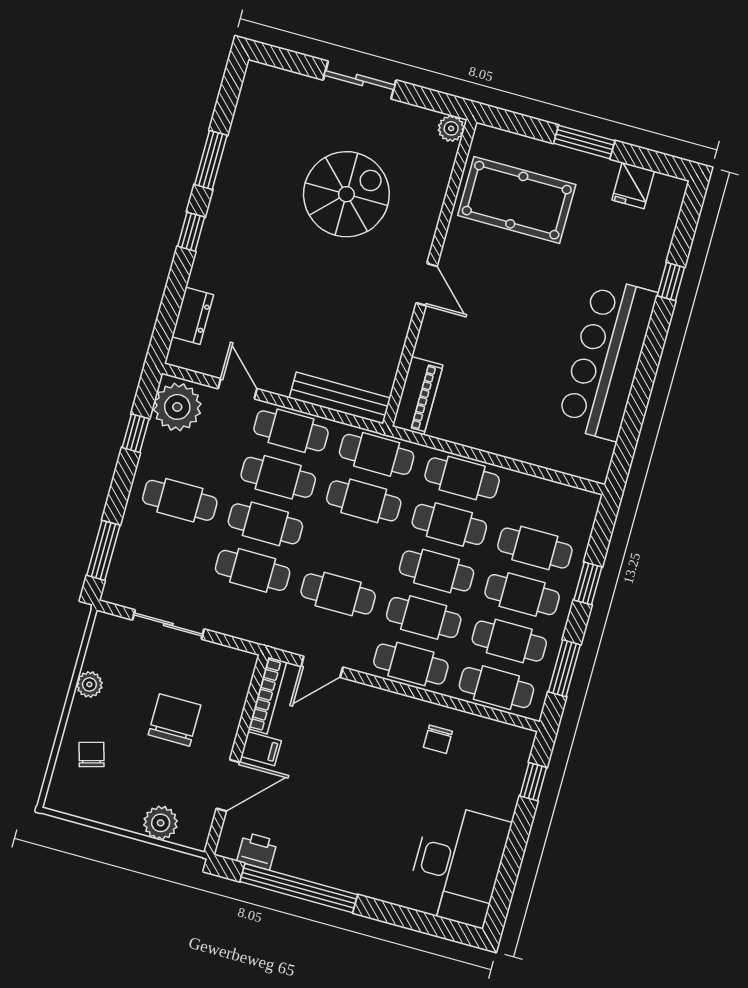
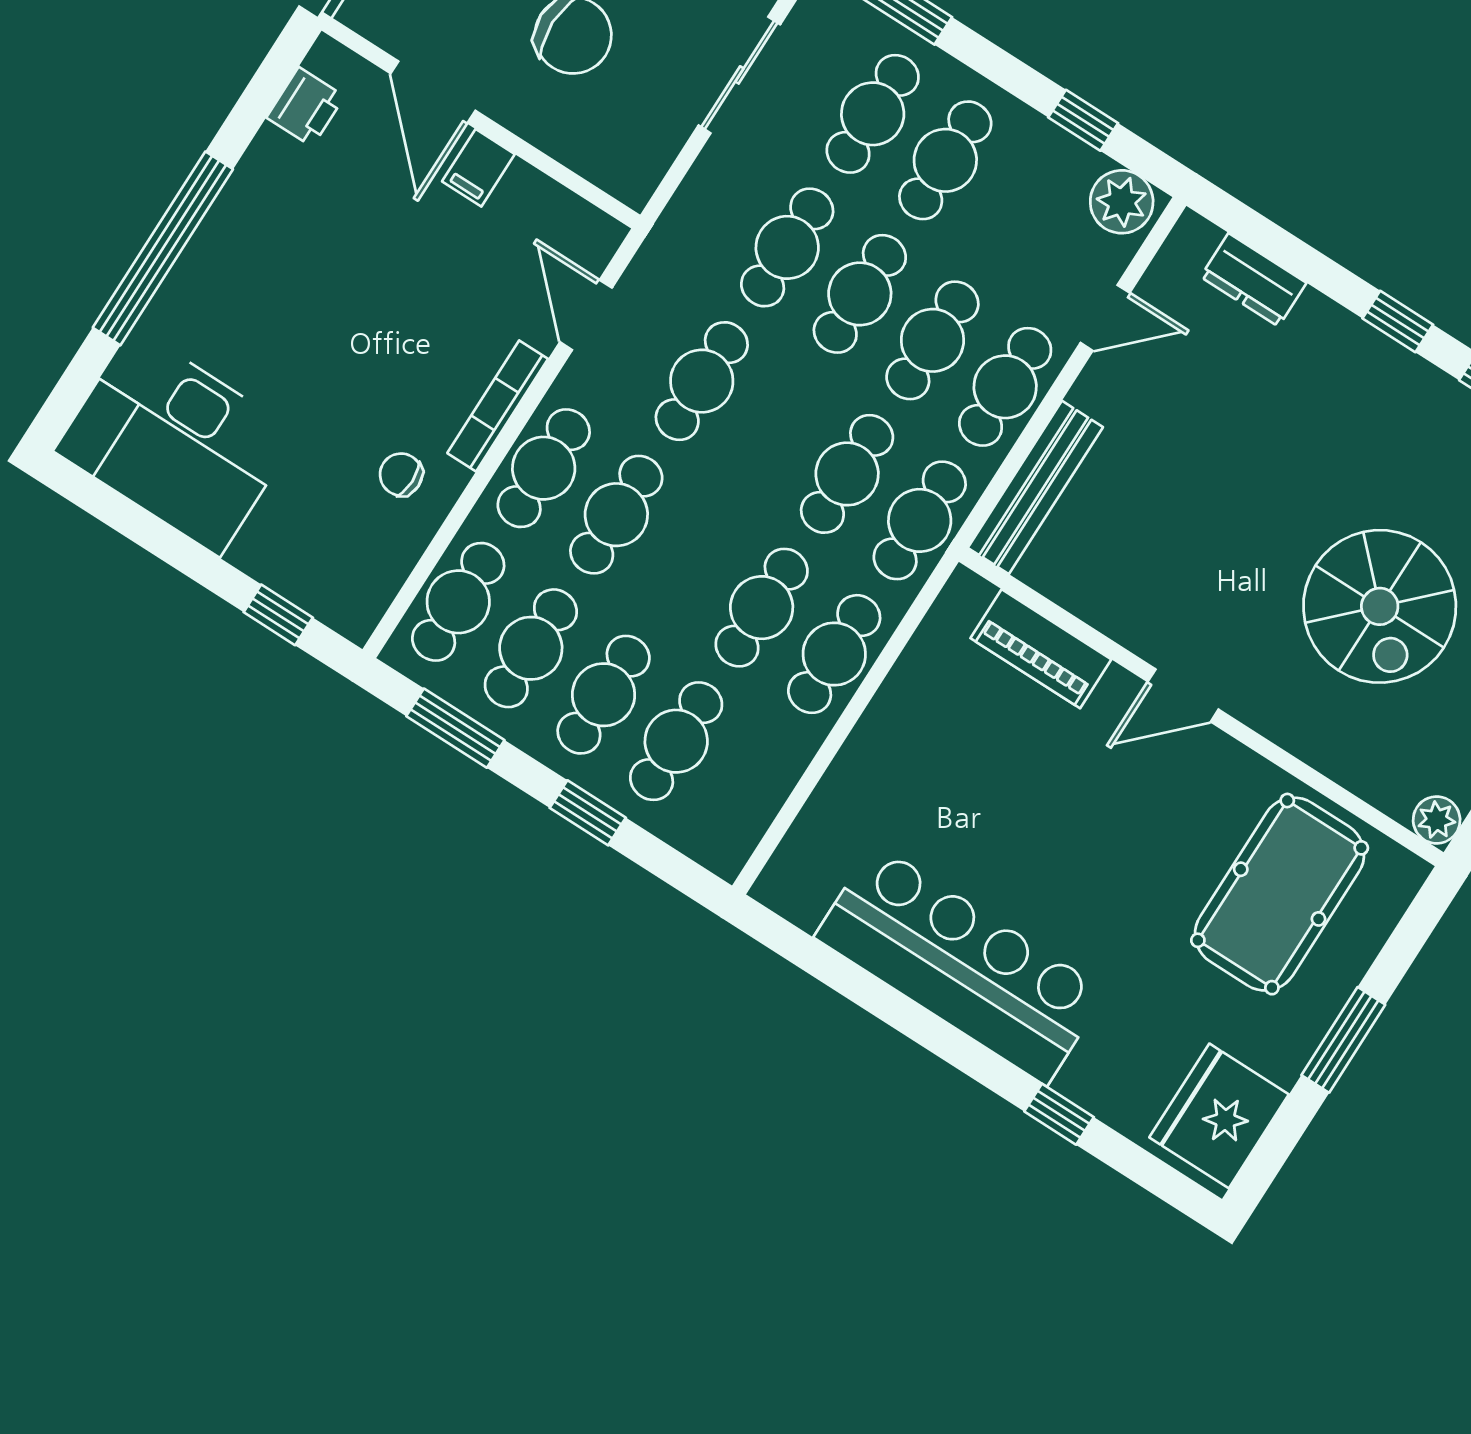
fridge: (633, 185) -> (1219, 1116), width x1.88, depth x1.34
piano: (418, 396) -> (1041, 649), moved
plant: (177, 407) -> (1122, 202), width x0.73, depth x0.73
cafe table: (437, 571) -> (873, 114), moved
bookcase: (268, 695) -> (498, 406), moved, turned 90
window: (299, 888) -> (163, 248), moved

